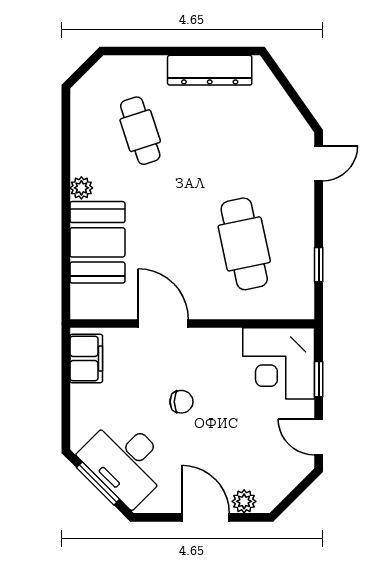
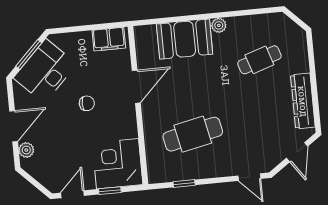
door: (287, 87) -> (297, 152), added
chair: (181, 402) -> (87, 103), turned -90

